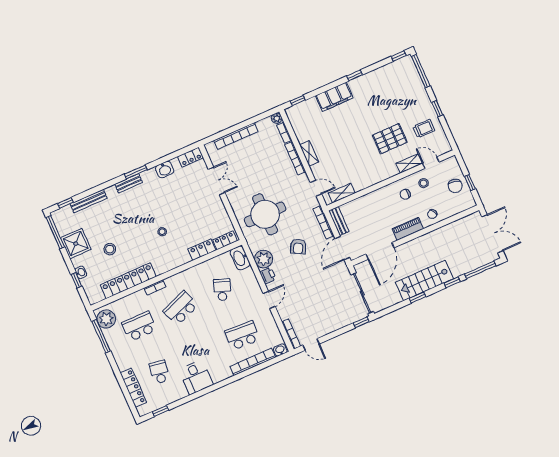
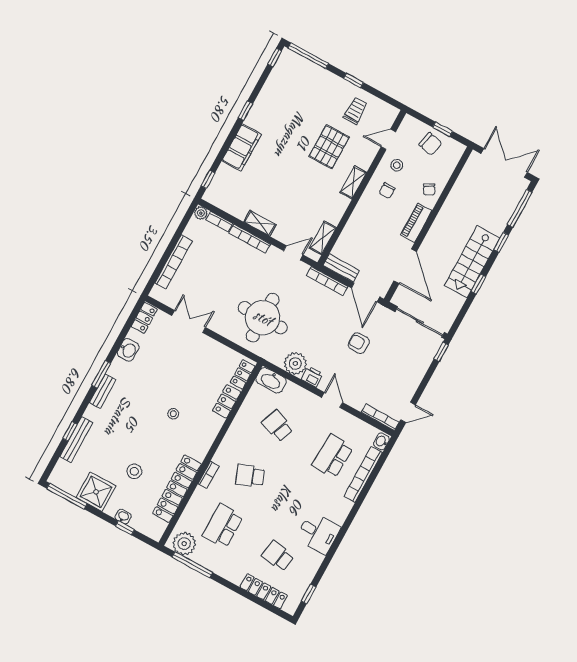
shelving: (409, 163) -> (353, 182), moved
window: (65, 203) -> (70, 431), moved
armchair: (298, 246) -> (359, 343), moved, turned 153
school desk: (181, 308) -> (250, 476), width x0.54

